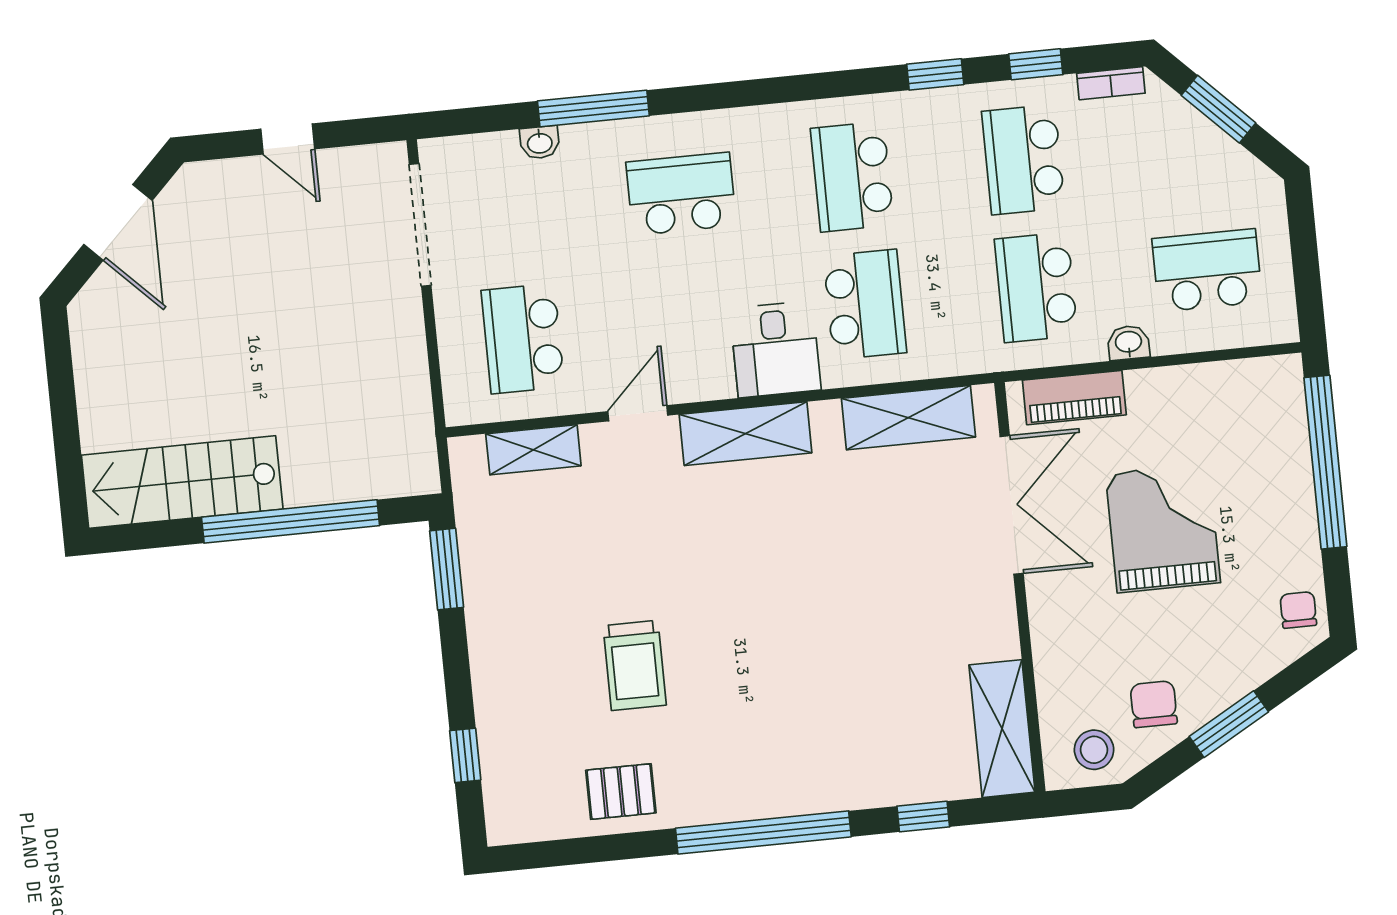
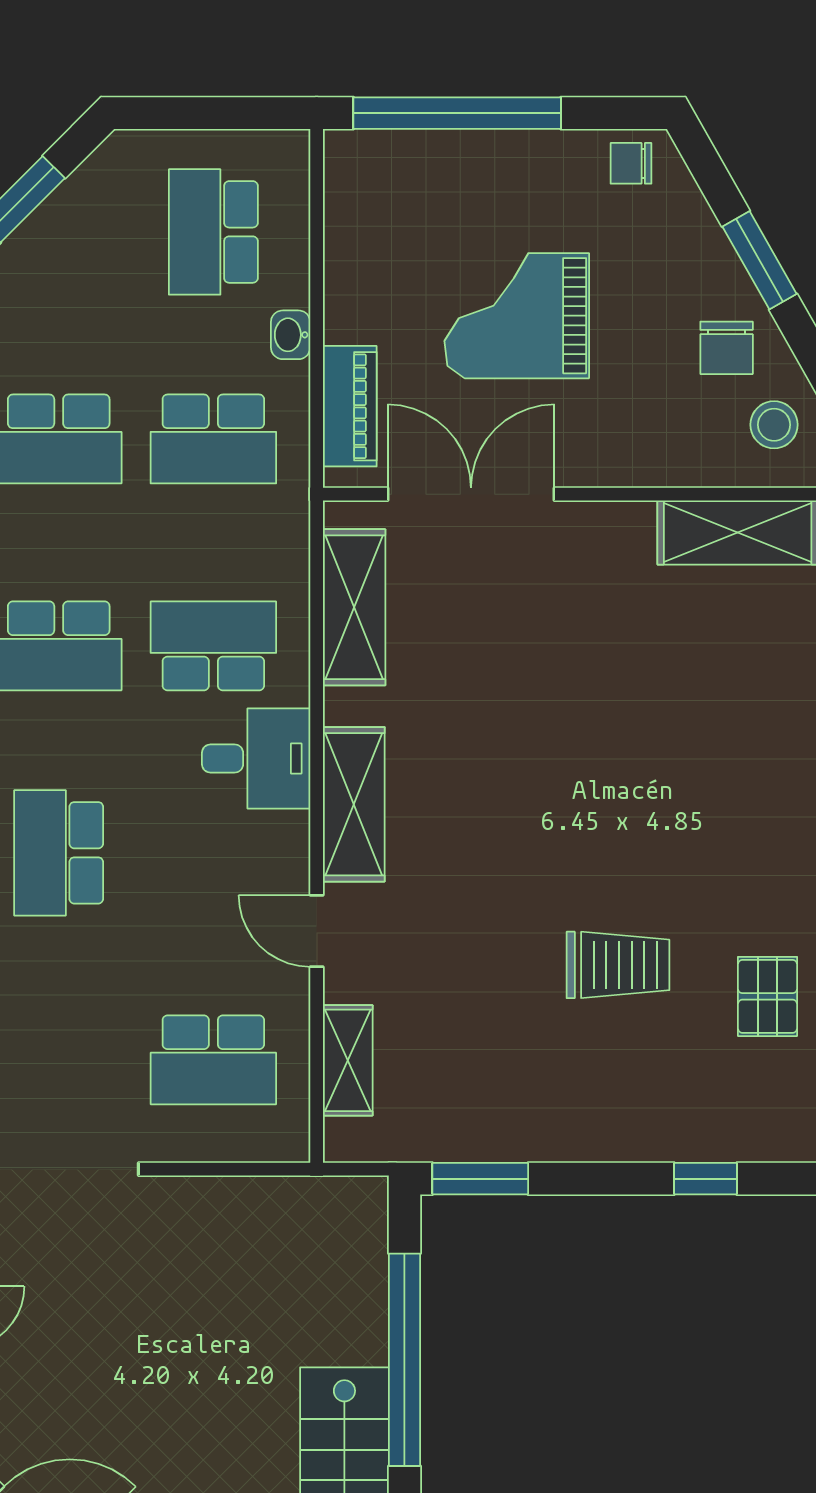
chair: (1154, 704) -> (727, 348), turned -90

